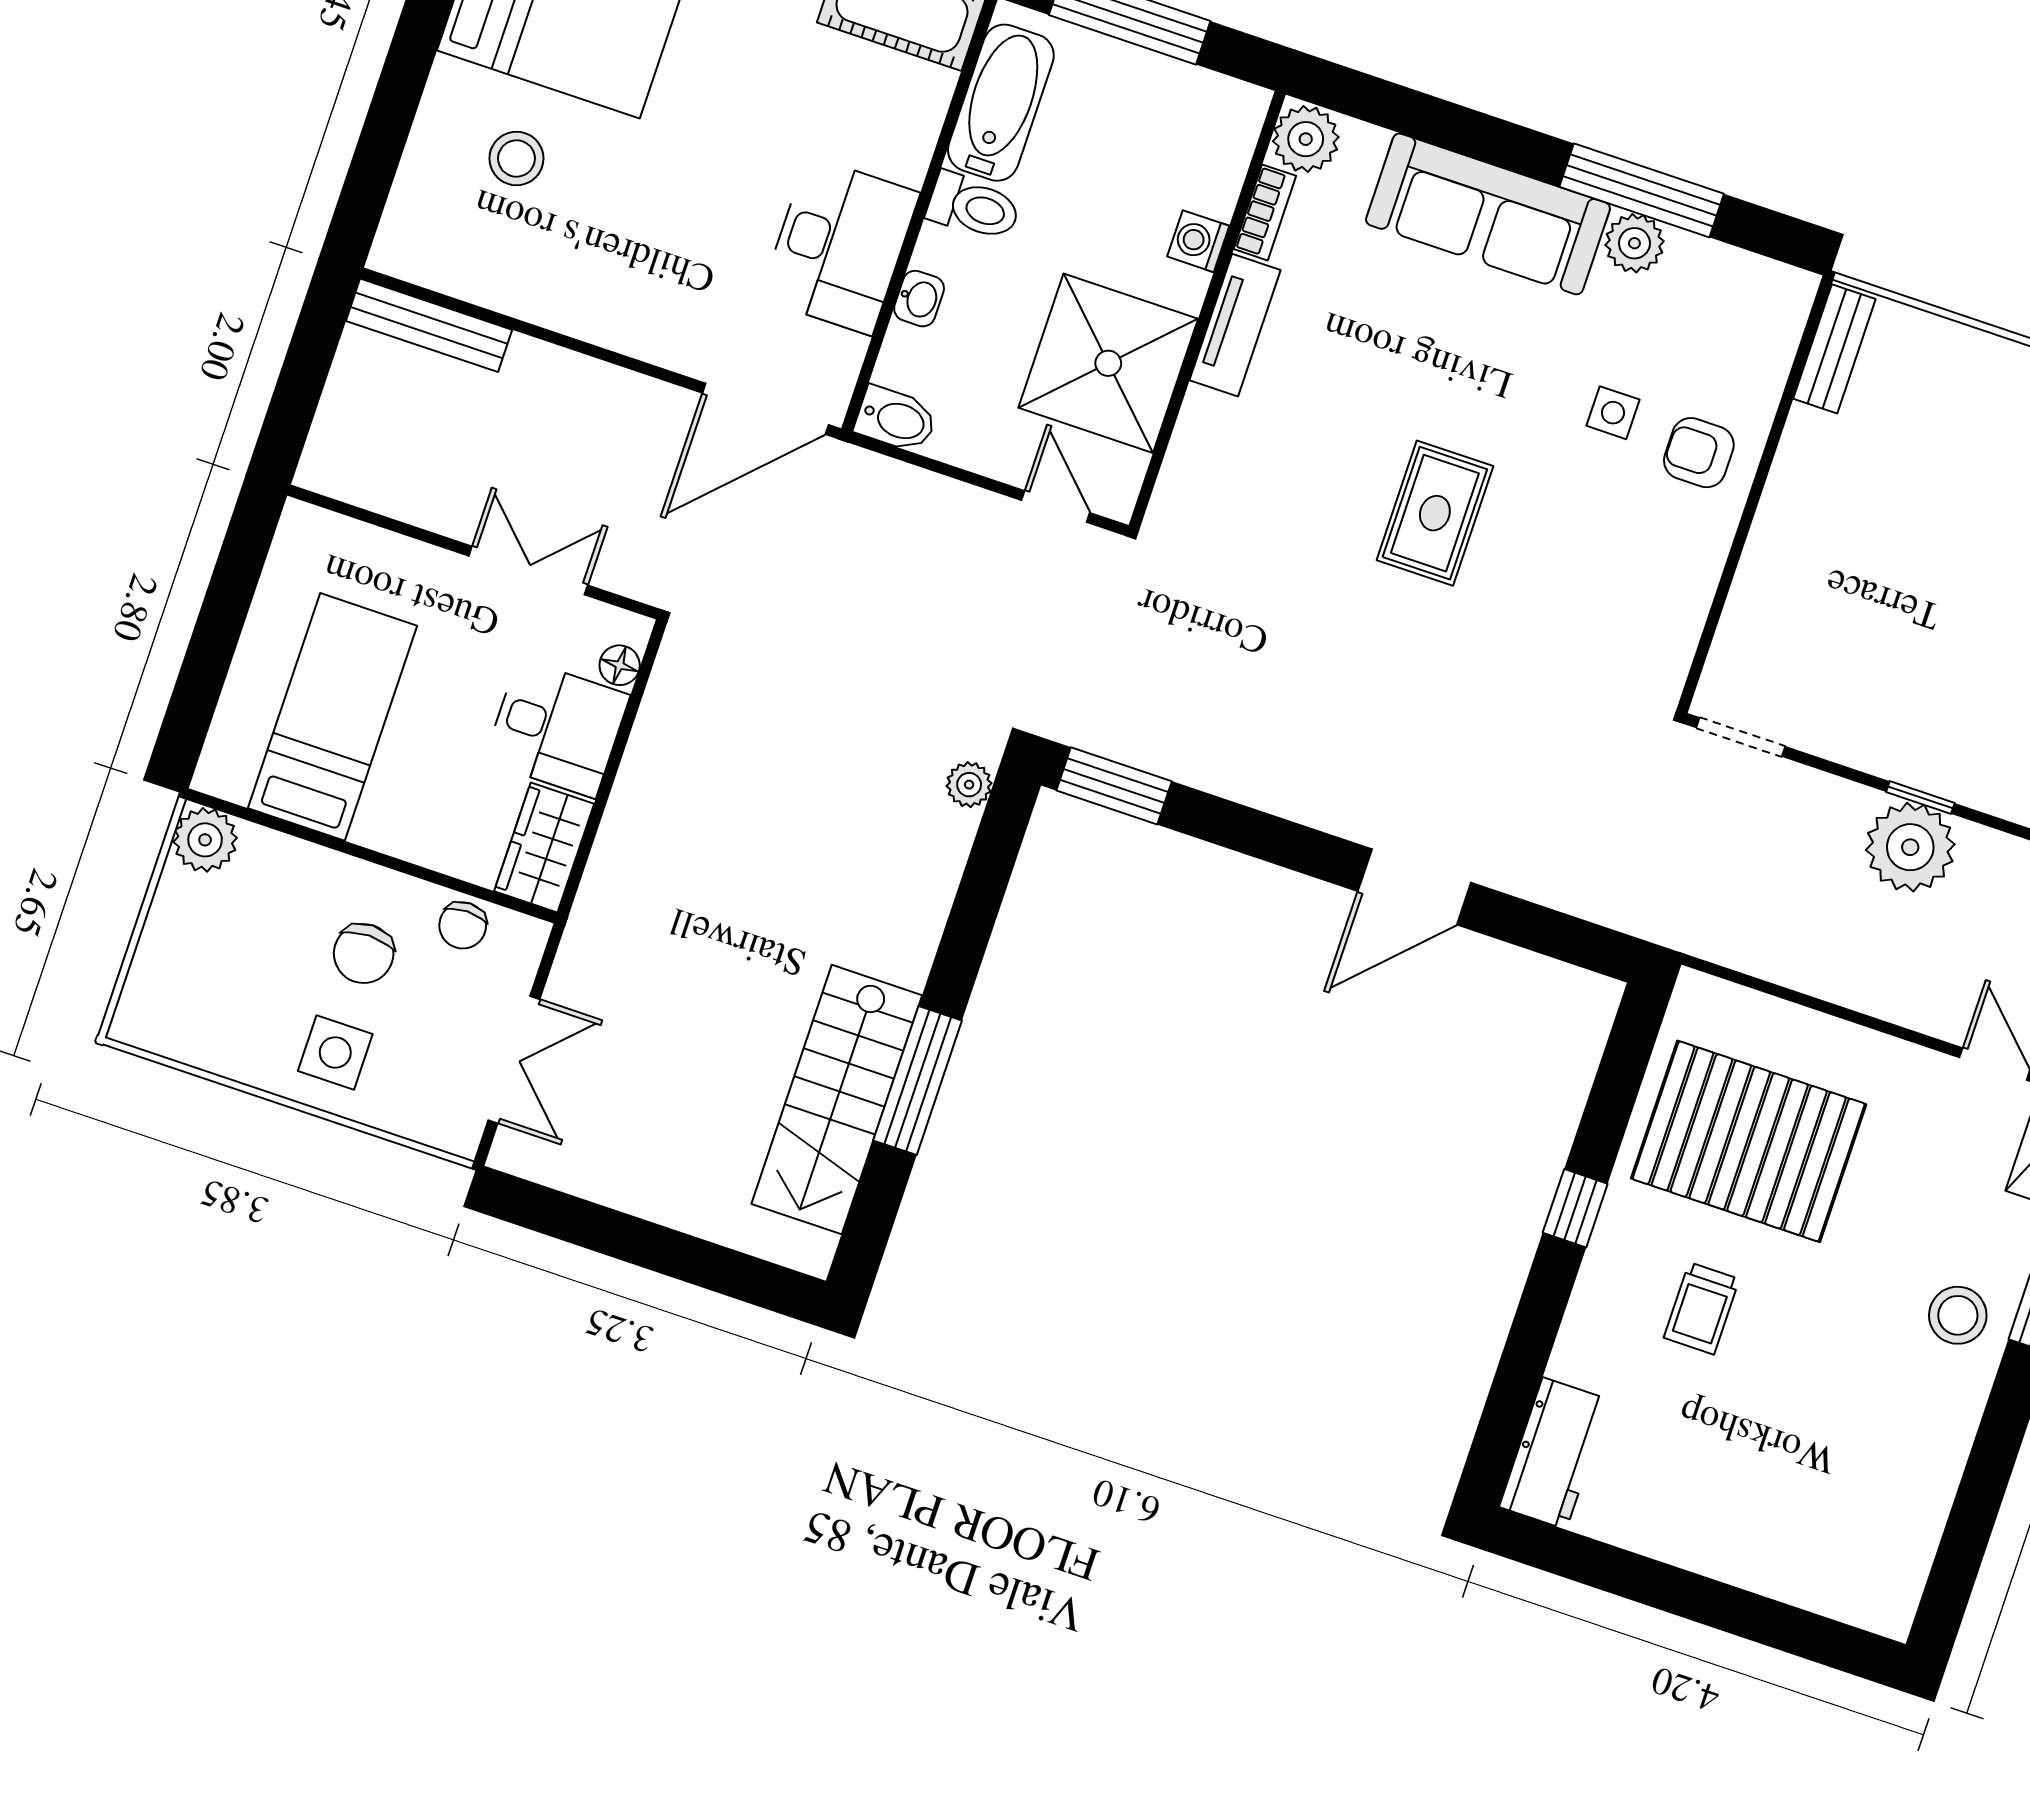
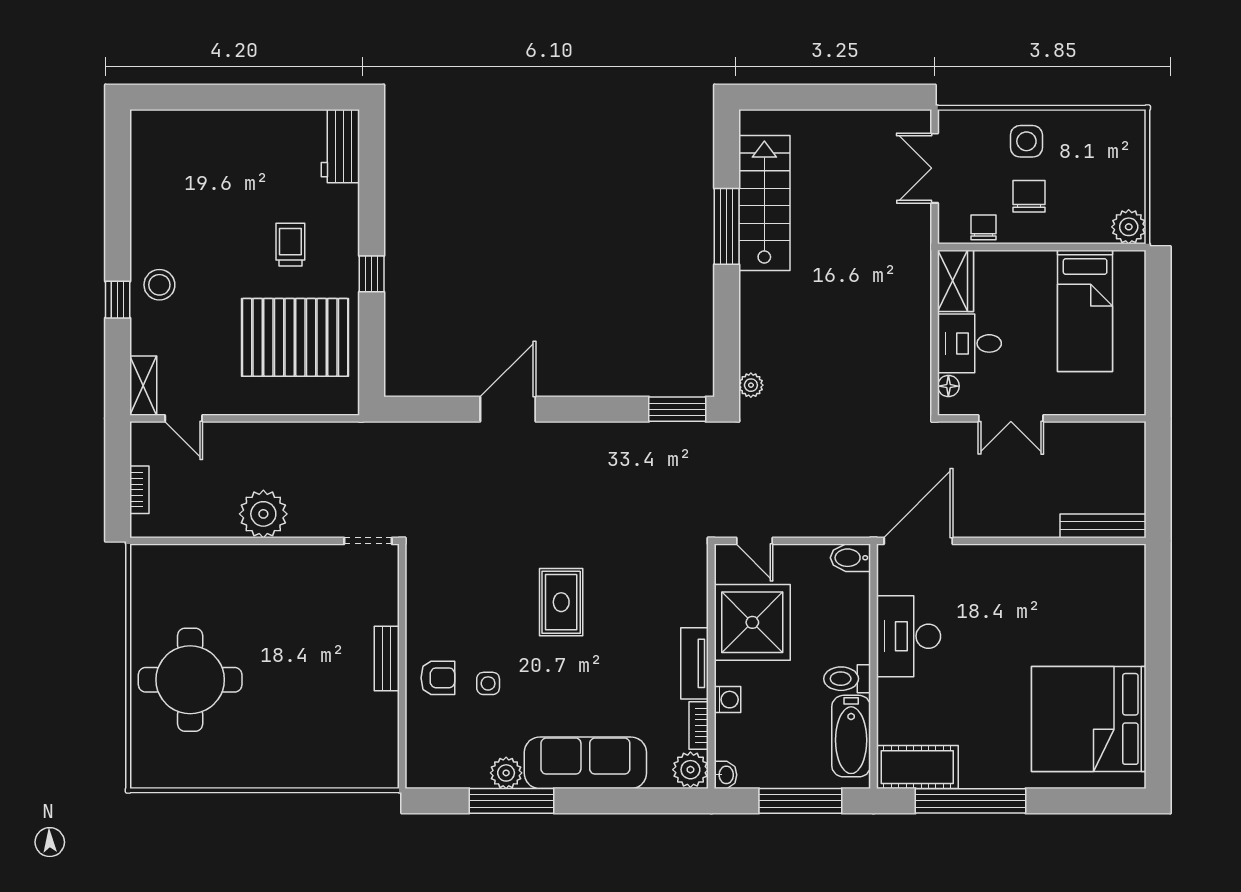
stool: (516, 158) -> (1087, 625), removed
washbasin: (919, 299) -> (726, 775), moved, turned 180
bench: (1834, 349) -> (387, 658), moved
window: (1920, 797) -> (267, 541), removed

